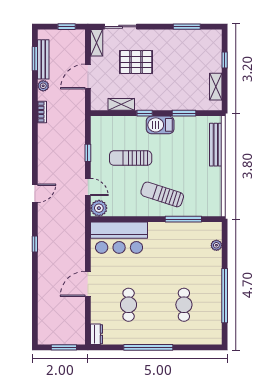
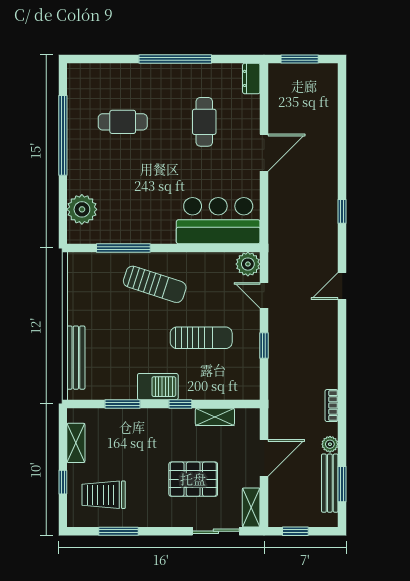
trolley: (197, 51) -> (104, 495), added
plant: (216, 245) -> (82, 209), width x1.88, depth x1.88
cafe table: (184, 305) -> (123, 122), turned 90

